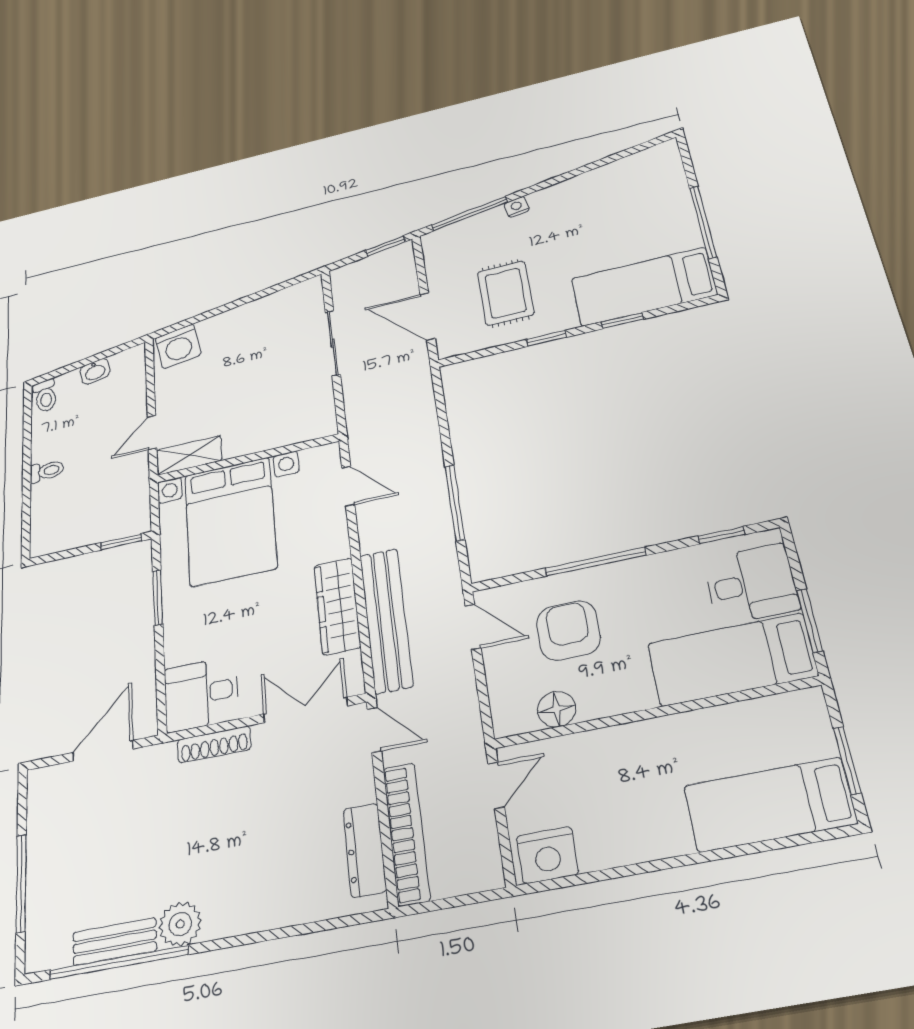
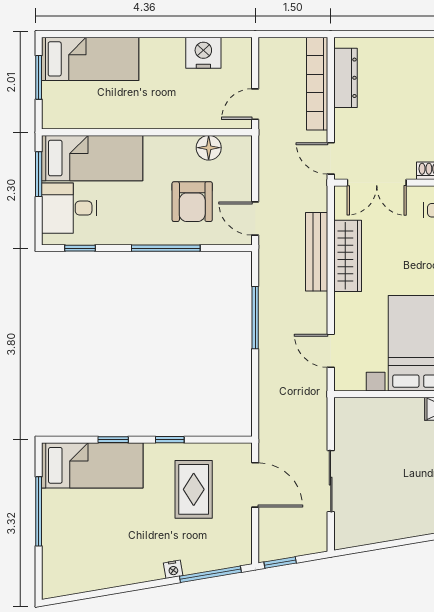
bench: (386, 620) -> (317, 252), width x0.73, depth x0.82
nightstand: (547, 855) -> (203, 53), moved

